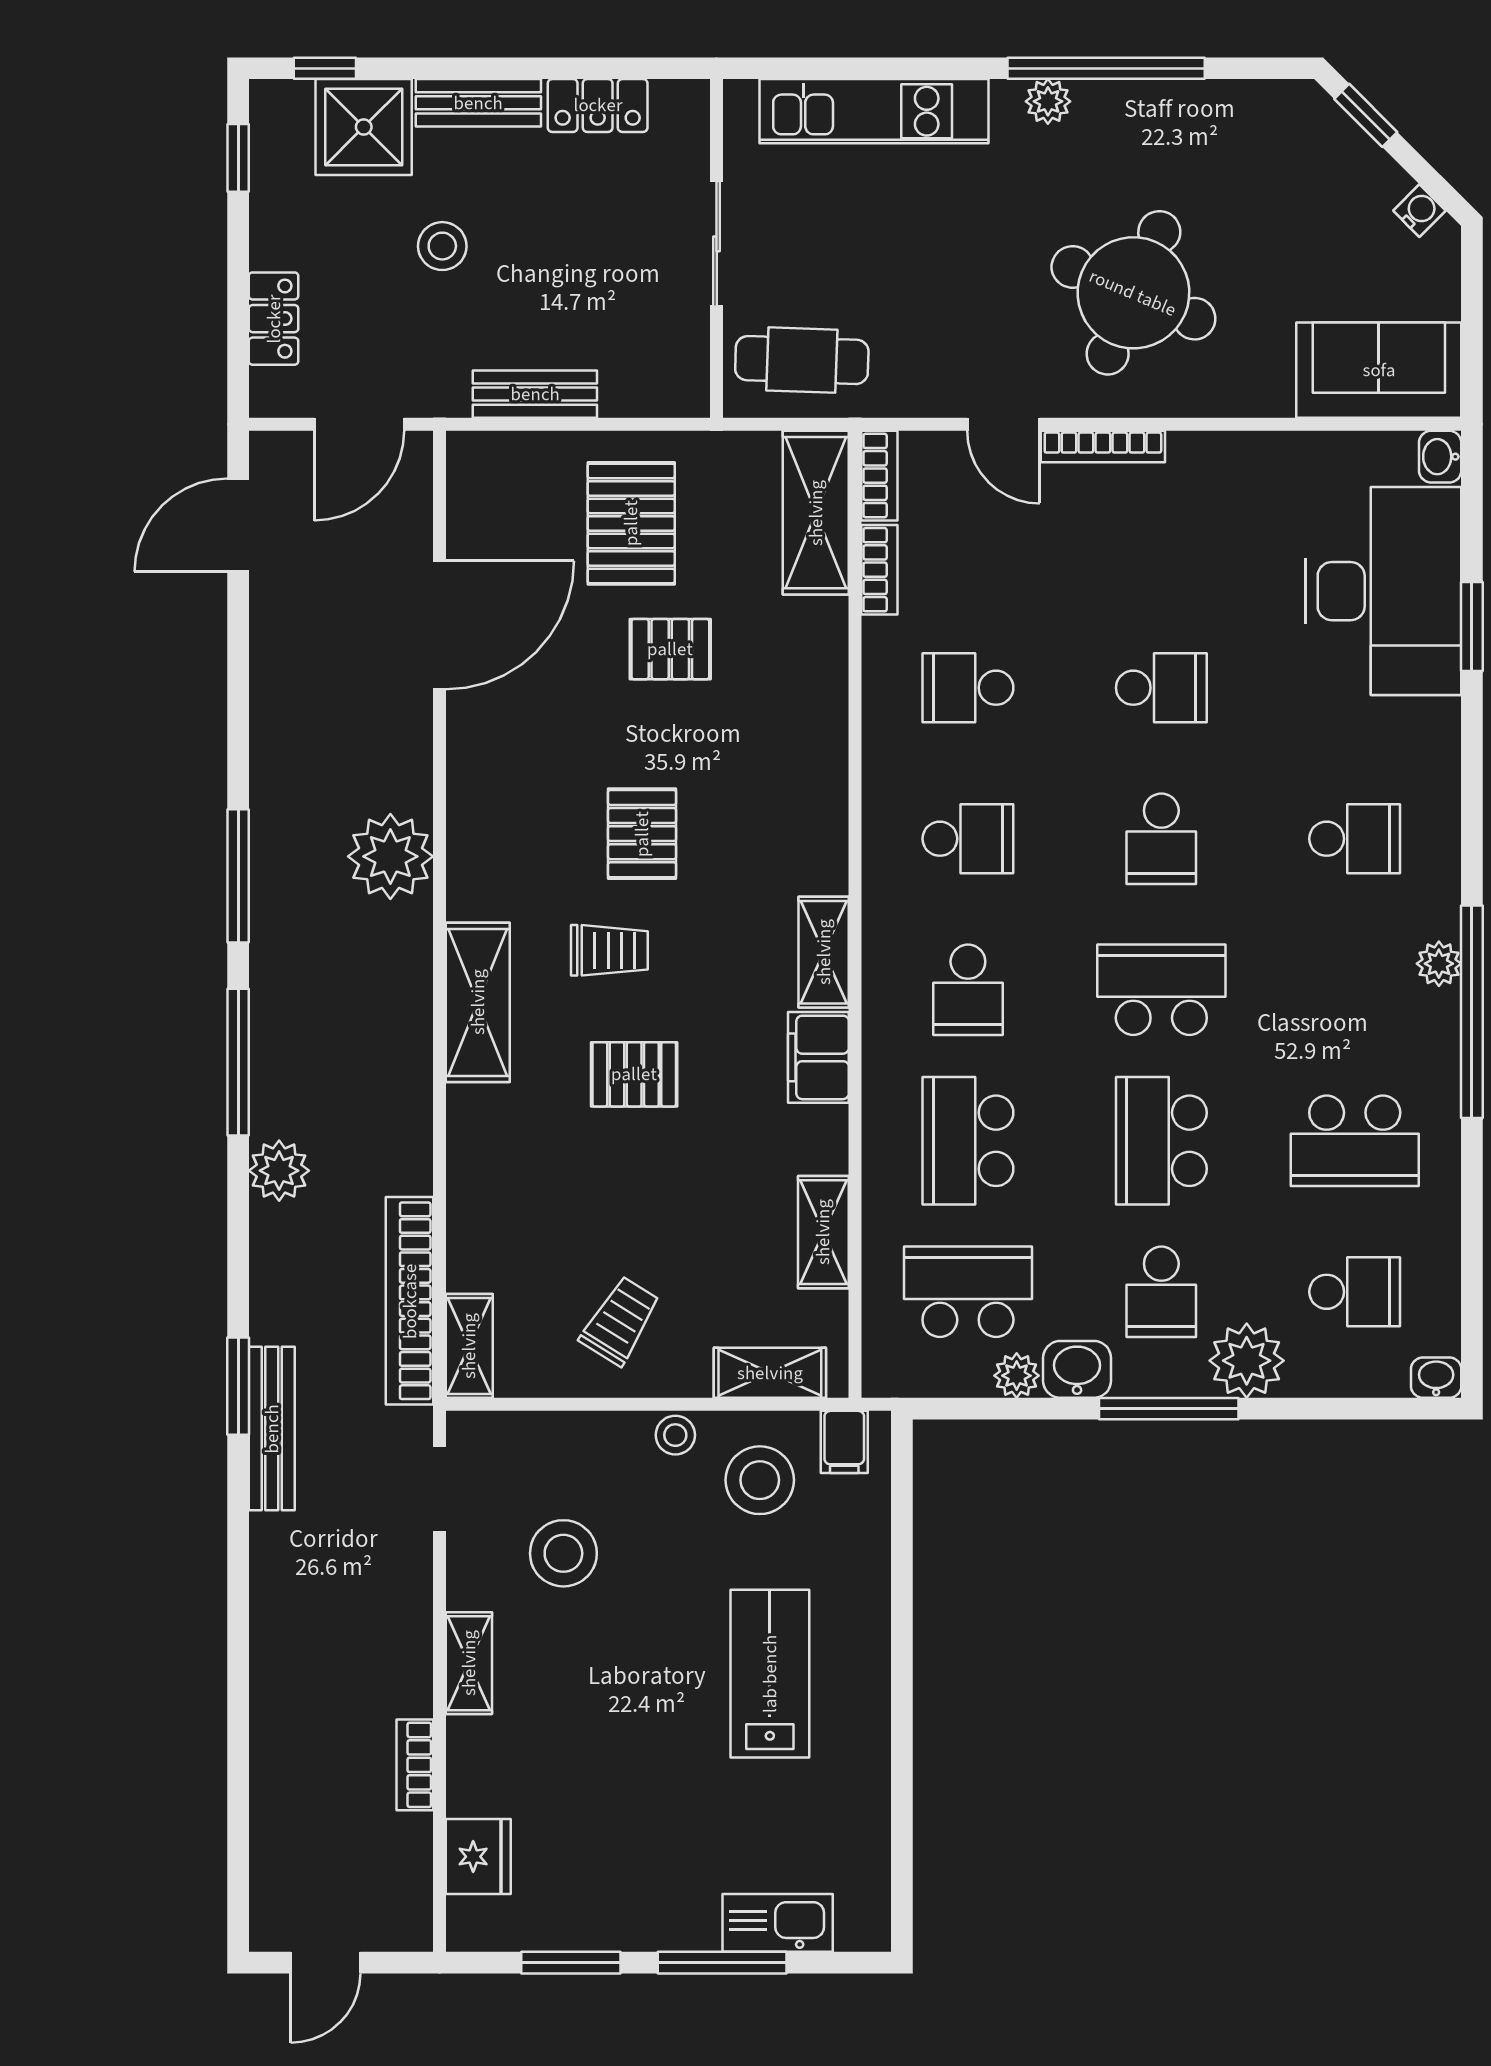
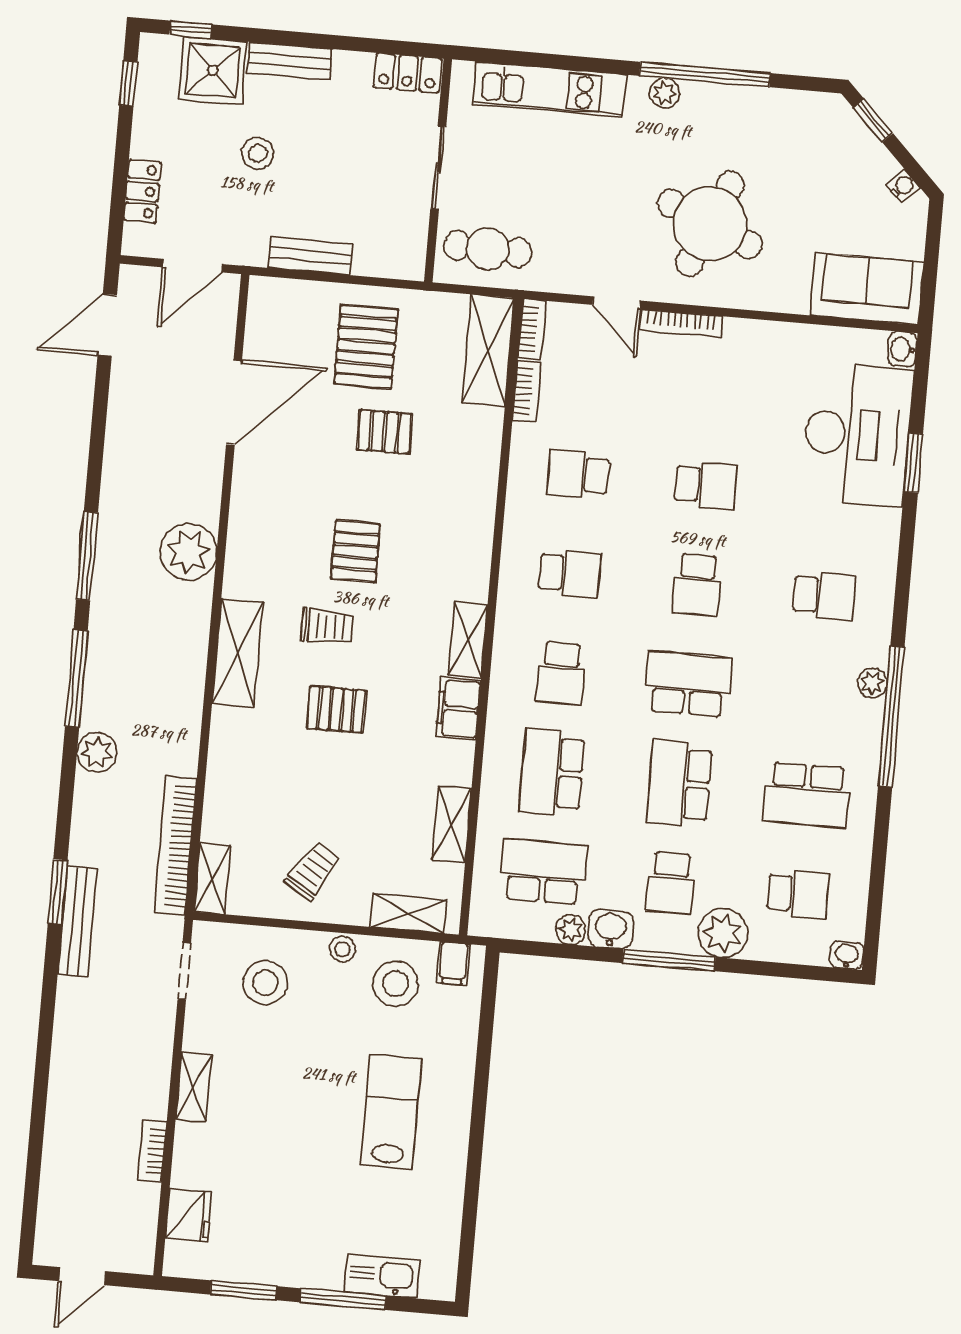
locker: (598, 105) -> (407, 73), moved
stool: (563, 1553) -> (265, 983), moved

